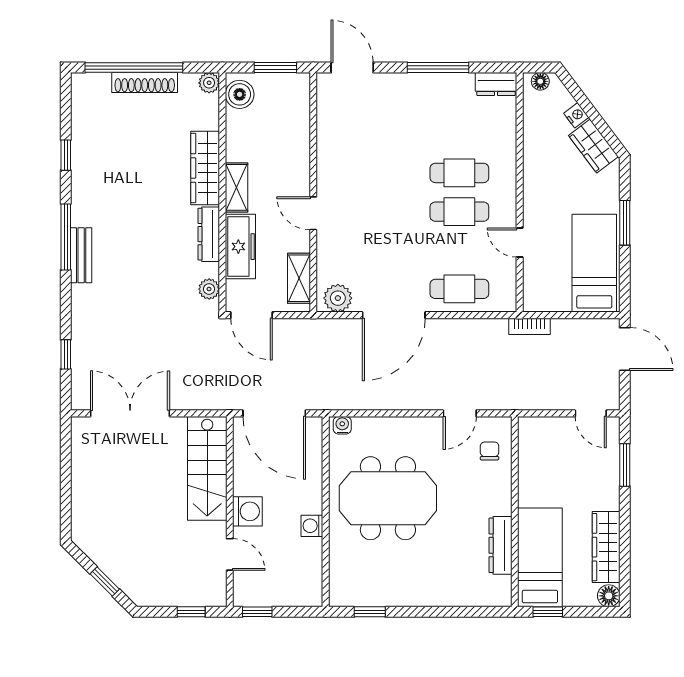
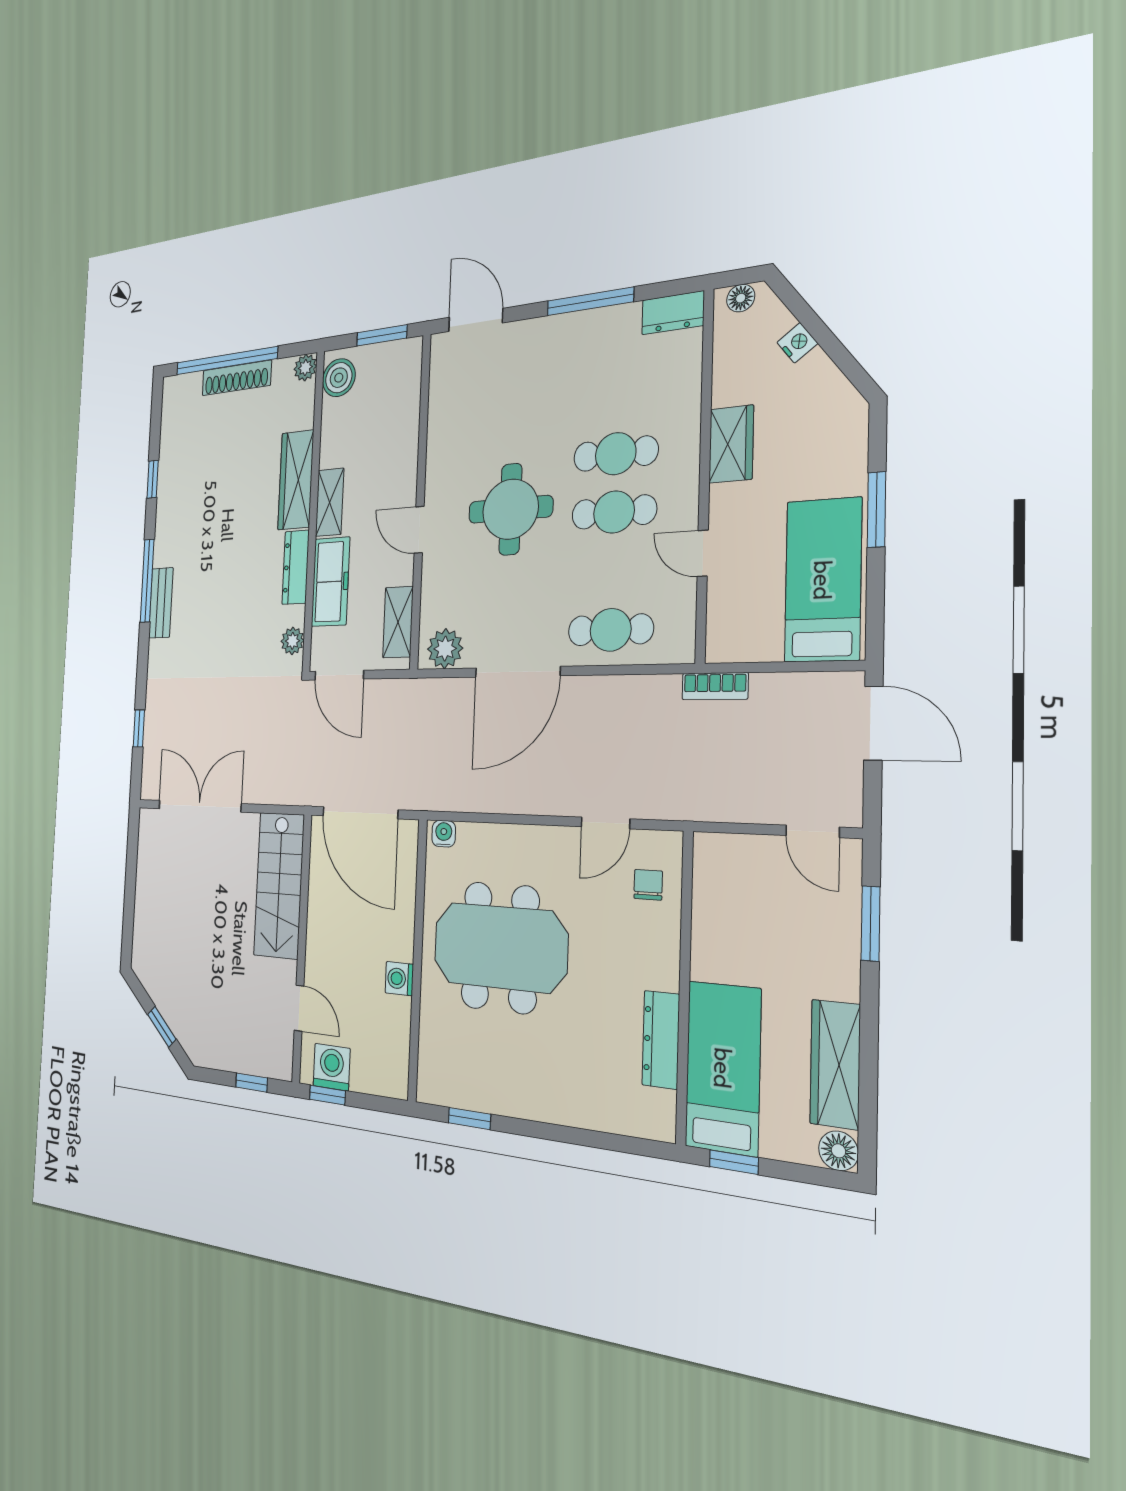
wardrobe: (593, 146) -> (731, 444), moved, turned -143
round table: (384, 204) -> (510, 509), added
washing machine: (247, 511) -> (332, 1067), moved, turned -90

